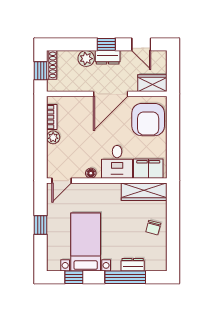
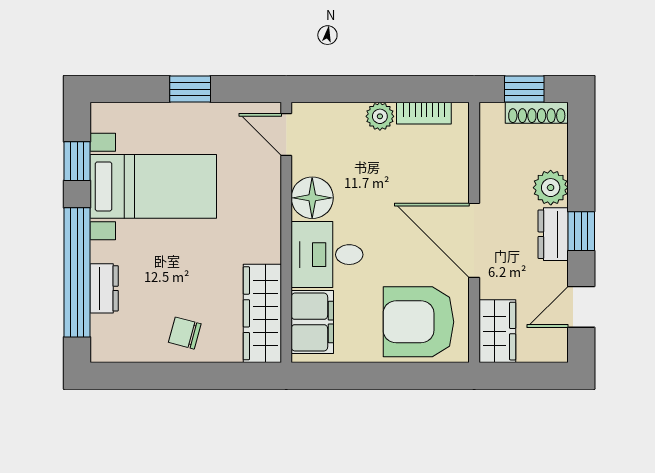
floor lamp: (91, 173) -> (312, 198), width x1.89, depth x1.89
window: (125, 277) -> (77, 272), width x1.46

